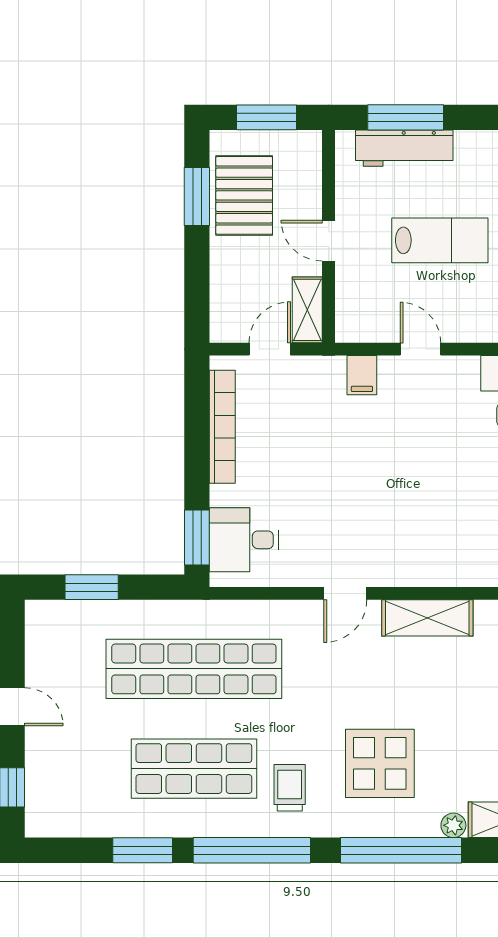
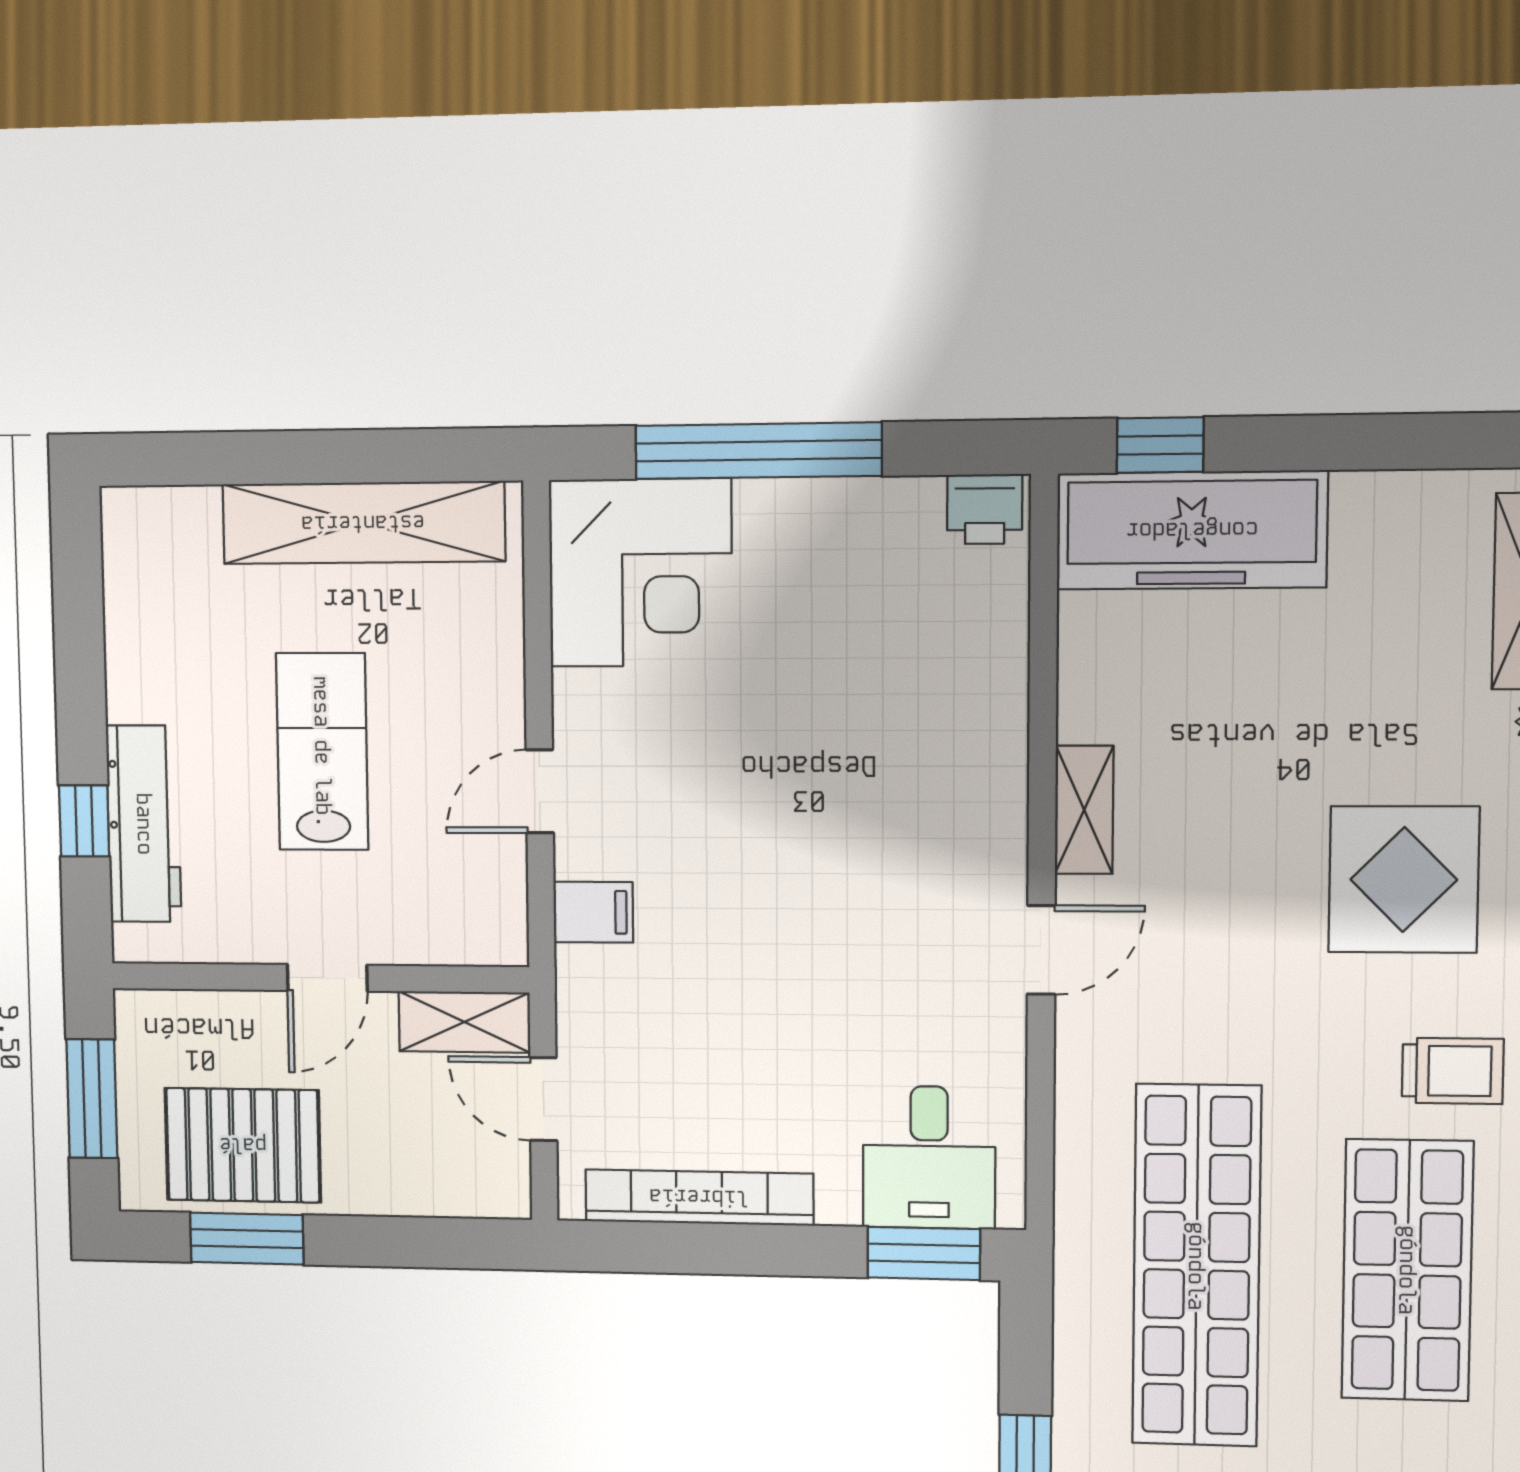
window: (406, 117) -> (84, 821), width x0.46
door: (345, 593) -> (1041, 950), hinge flipped
shelving: (427, 618) -> (1084, 810), width x0.67, depth x0.75
trolley: (290, 788) -> (1453, 1071), turned 180

